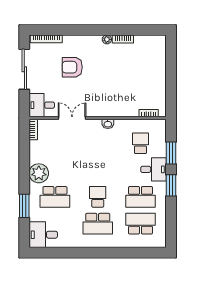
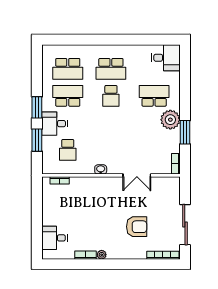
desk: (42, 105) -> (54, 238), moved, turned 180
window: (24, 206) -> (185, 132), moved
school desk: (98, 224) -> (111, 69), turned 180

